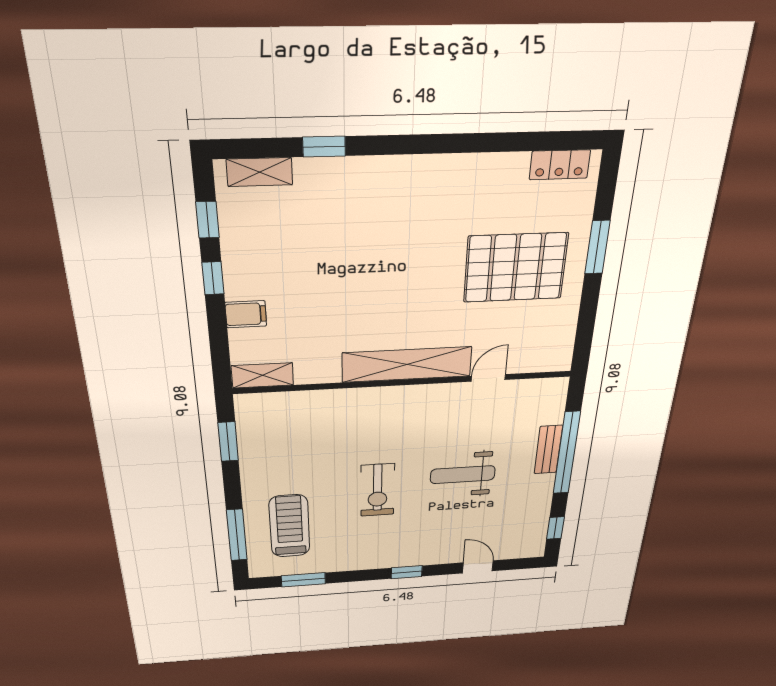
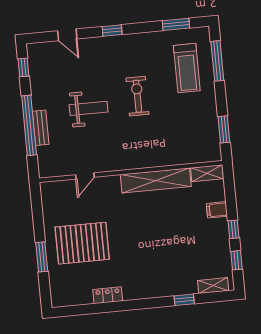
locker: (560, 165) -> (108, 295), moved
shelving: (407, 365) -> (156, 181), moved

